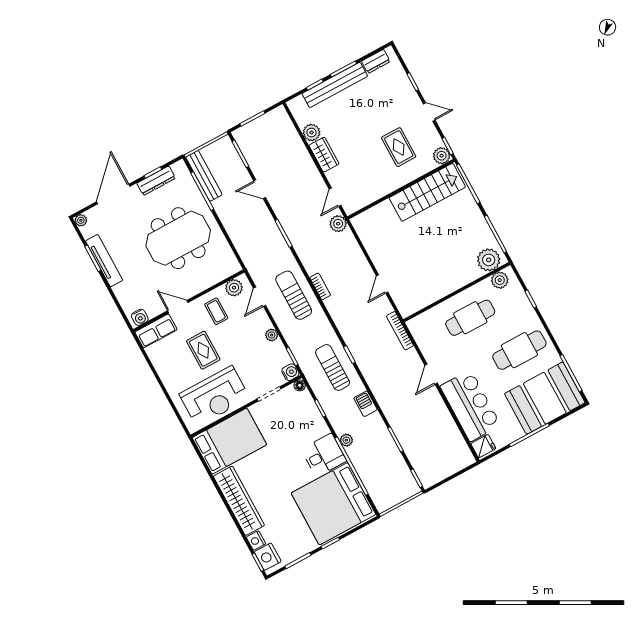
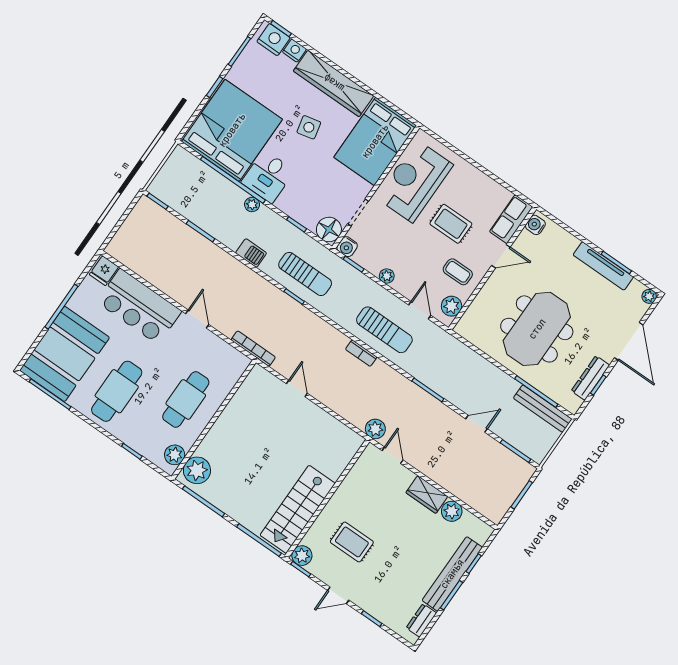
floor lamp: (300, 385) -> (329, 229), width x1.89, depth x1.89
side table: (274, 477) -> (309, 127), added

